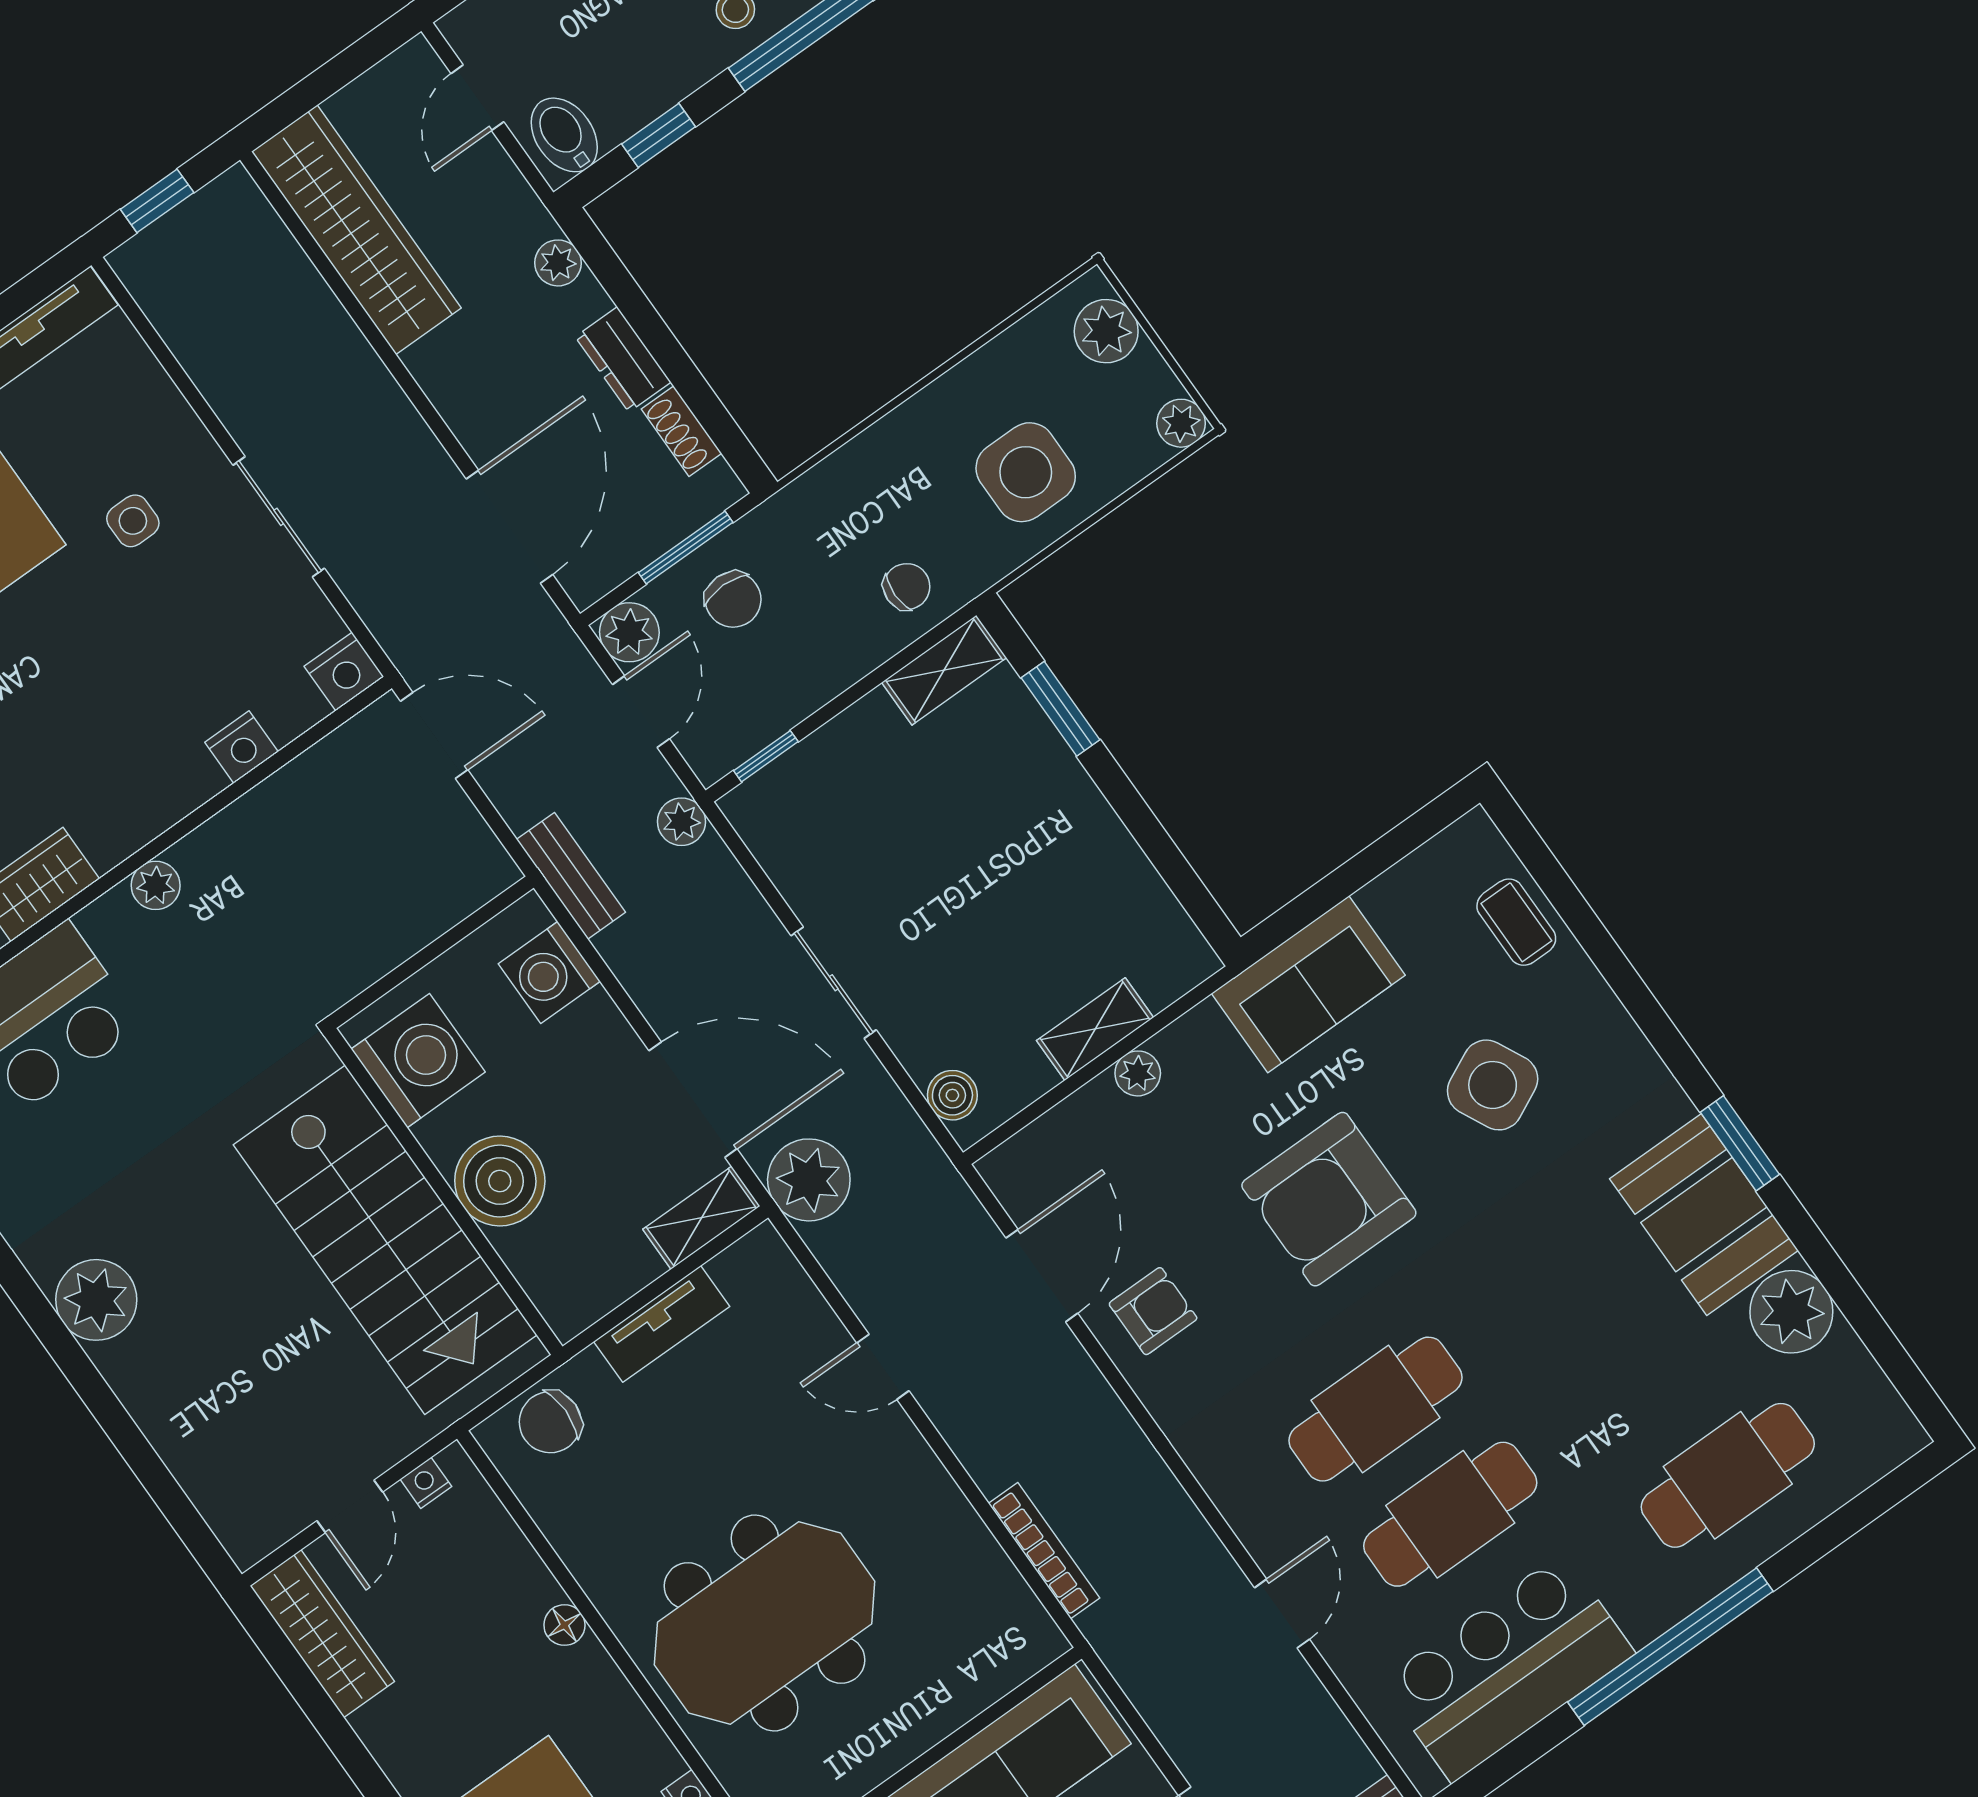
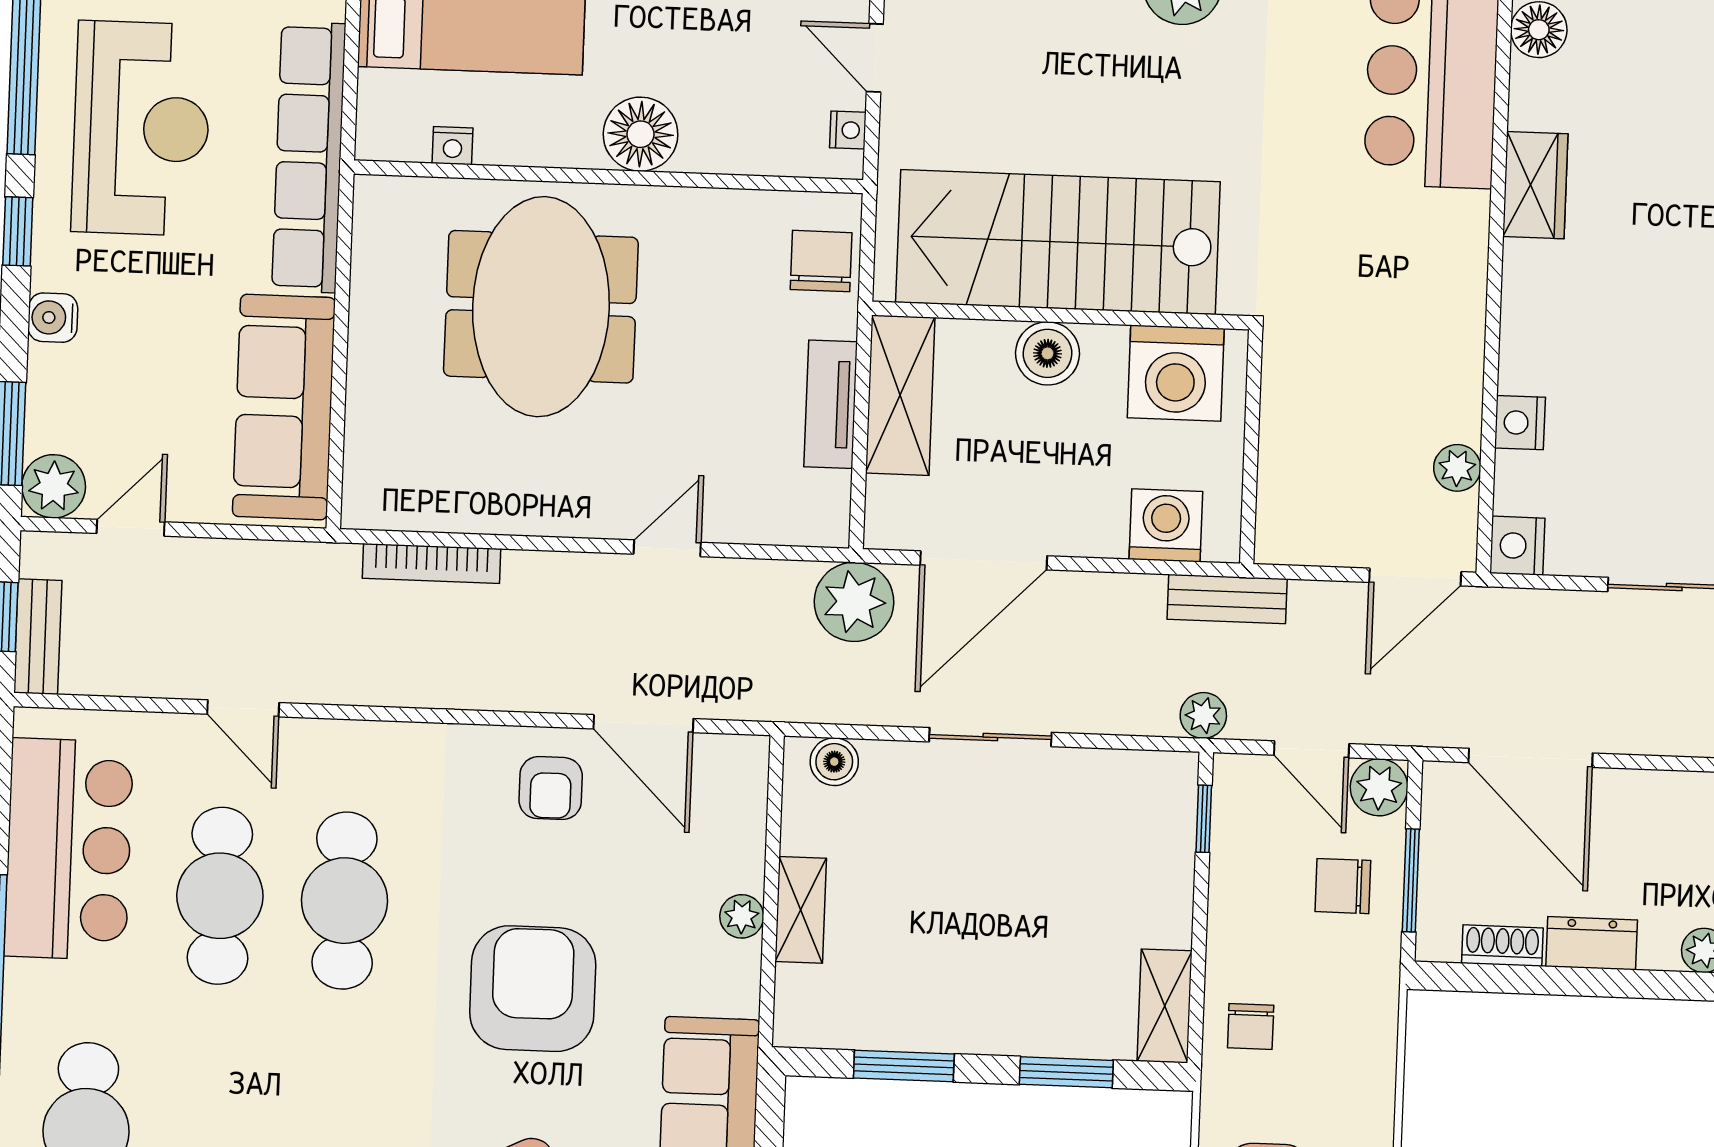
window: (1158, 846) -> (904, 1066), added
plant: (156, 885) -> (1457, 468), moved
boiler: (500, 1181) -> (1047, 353), width x0.73, depth x0.73
shelving: (701, 1218) -> (900, 395), moved, width x1.50, depth x1.33
floor lamp: (564, 1625) -> (641, 134), width x1.89, depth x1.89

